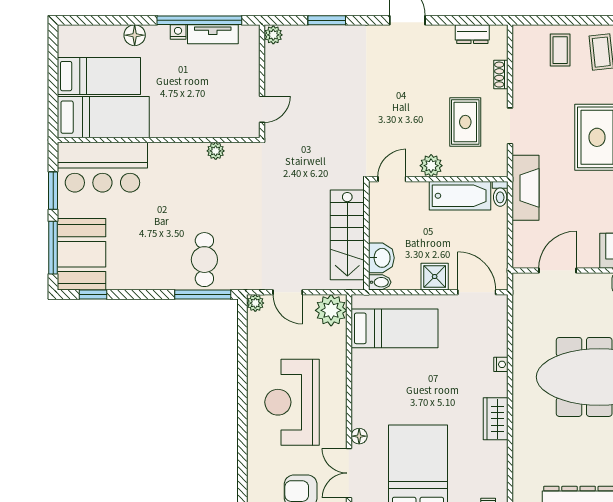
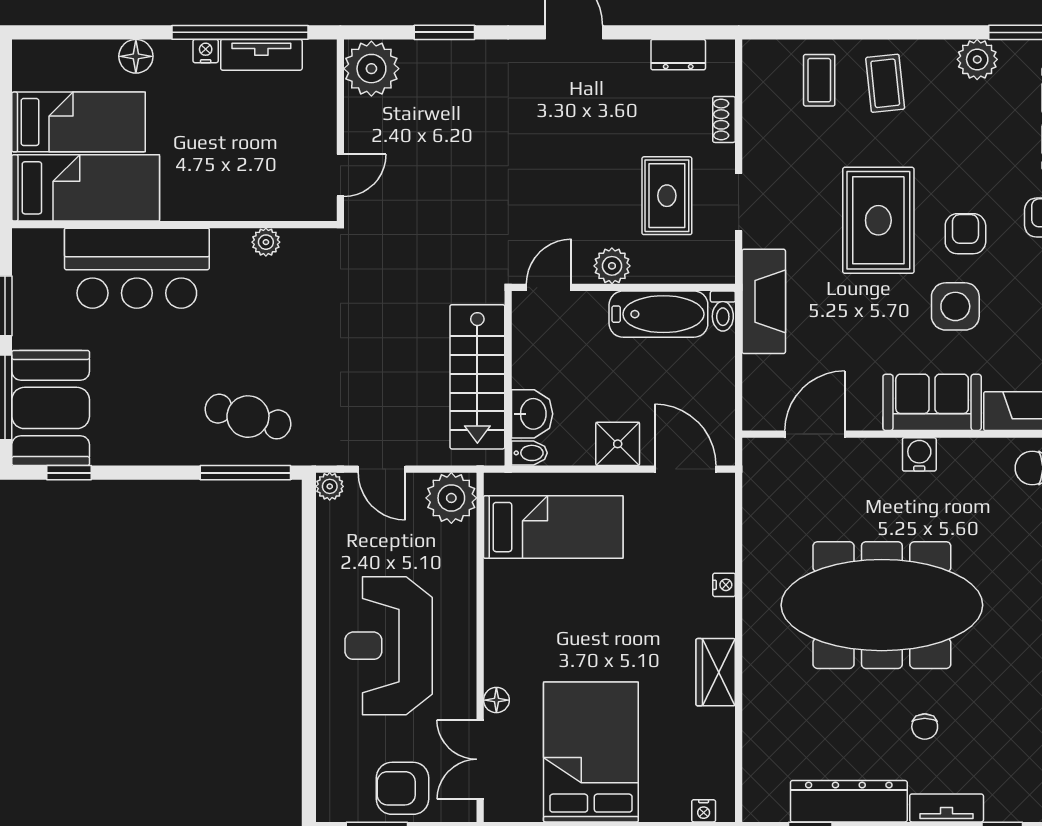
plant: (273, 35) -> (371, 69), width x1.88, depth x1.88
bar counter: (102, 167) -> (137, 268), moved
cafe table: (204, 260) -> (248, 417), turned -75

